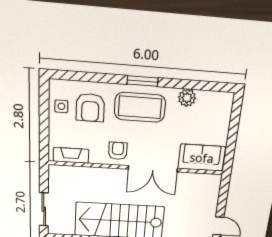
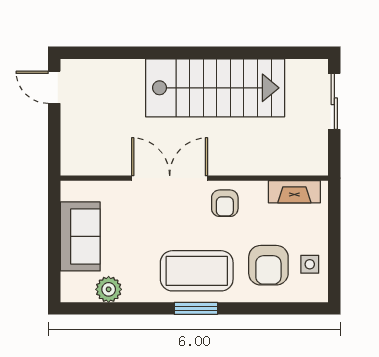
plant: (187, 98) -> (109, 289), moved
armchair: (90, 108) -> (268, 265), turned 180
sofa: (202, 158) -> (80, 236), moved, turned -90

